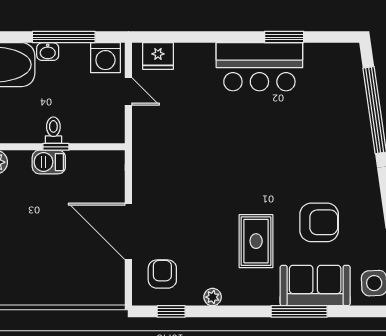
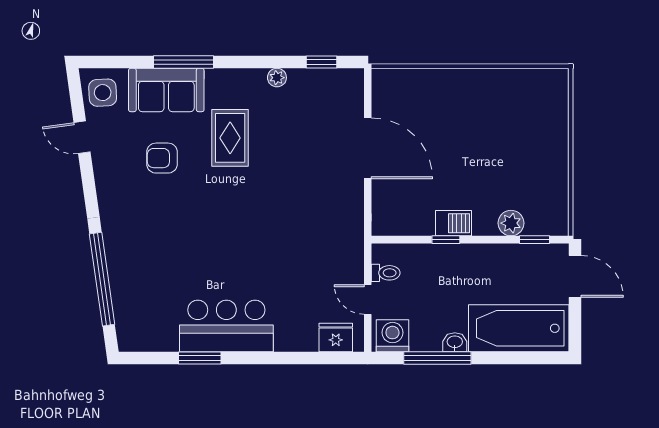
toilet: (53, 130) -> (386, 273), moved, turned -90
armchair: (319, 222) -> (162, 158), width x0.72, depth x0.72
armchair: (162, 274) -> (331, 102), removed

